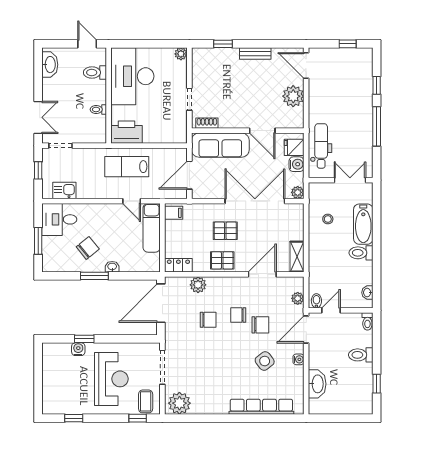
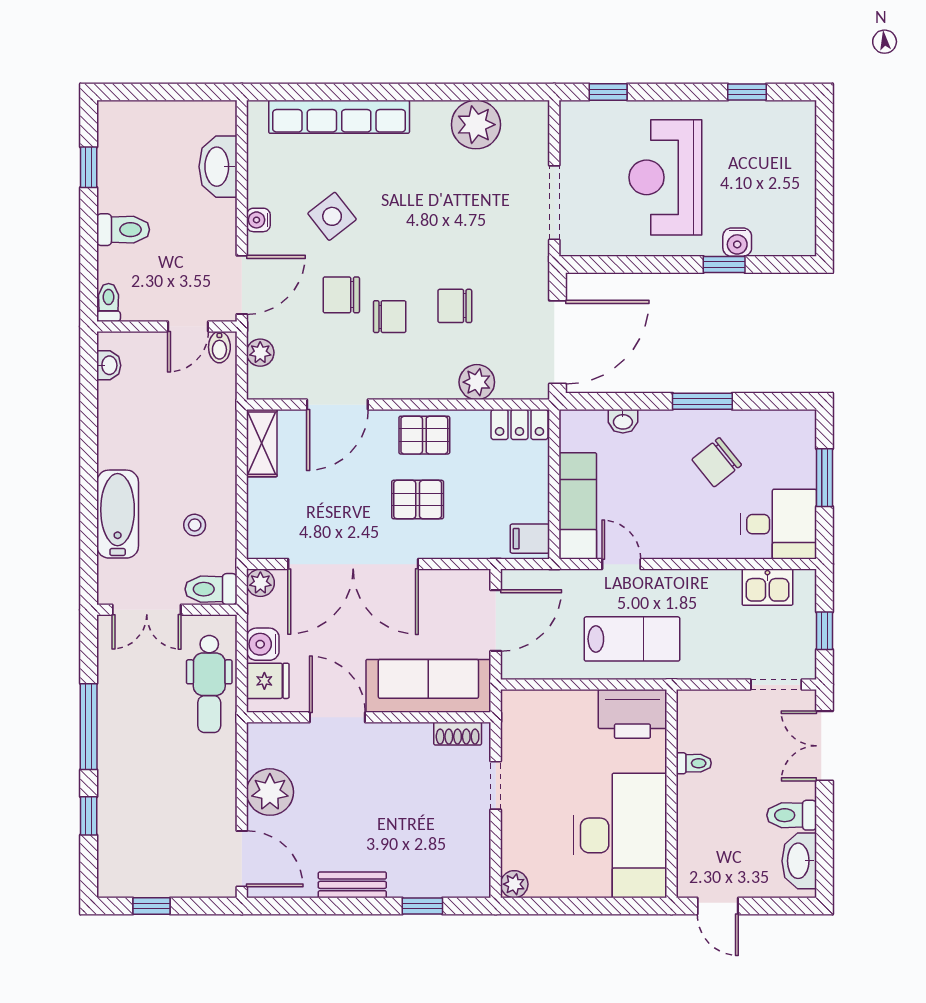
toilet: (95, 73) -> (792, 815), moved, turned 180
toilet: (361, 253) -> (211, 589), moved, turned 180
washbasin: (112, 267) -> (623, 421), moved
coffee table: (146, 401) -> (591, 129), removed
plant: (179, 403) -> (476, 125), moved

